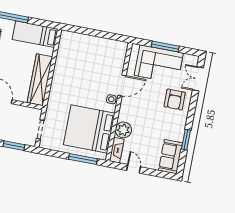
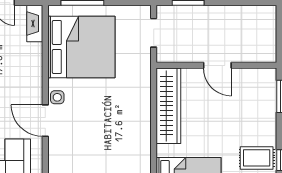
door: (122, 85) -> (45, 121), hinge flipped
plant: (123, 130) -> (31, 55), removed

